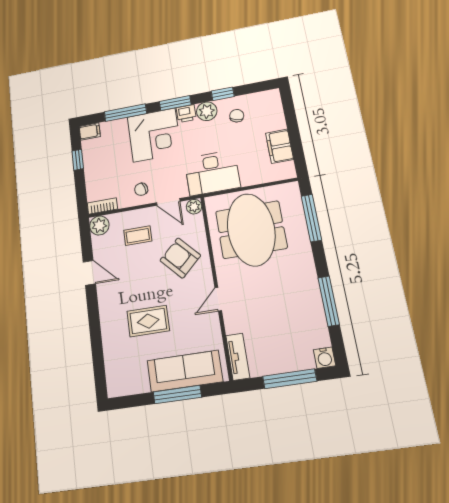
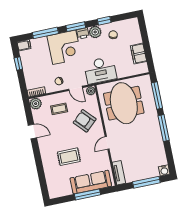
window: (329, 301) -> (164, 128), moved

